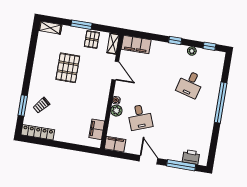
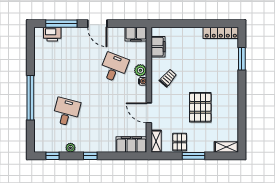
trolley: (41, 105) -> (168, 78), moved
desk: (140, 117) -> (114, 68), turned 42

